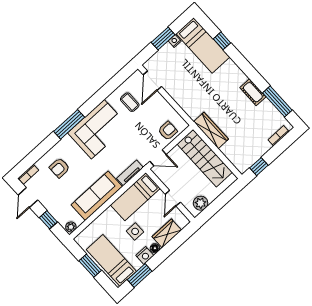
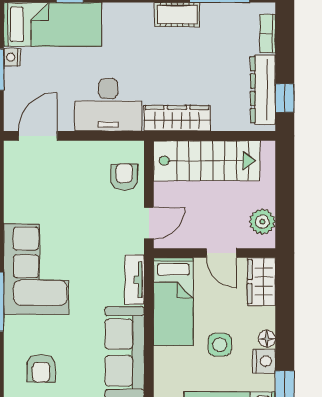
door: (152, 81) -> (38, 136), swing flipped
desk: (191, 98) -> (108, 105), added
coffee table: (130, 102) -> (39, 193), removed
dresser: (254, 155) -> (263, 90), added
wardrobe: (167, 233) -> (261, 282), moved

